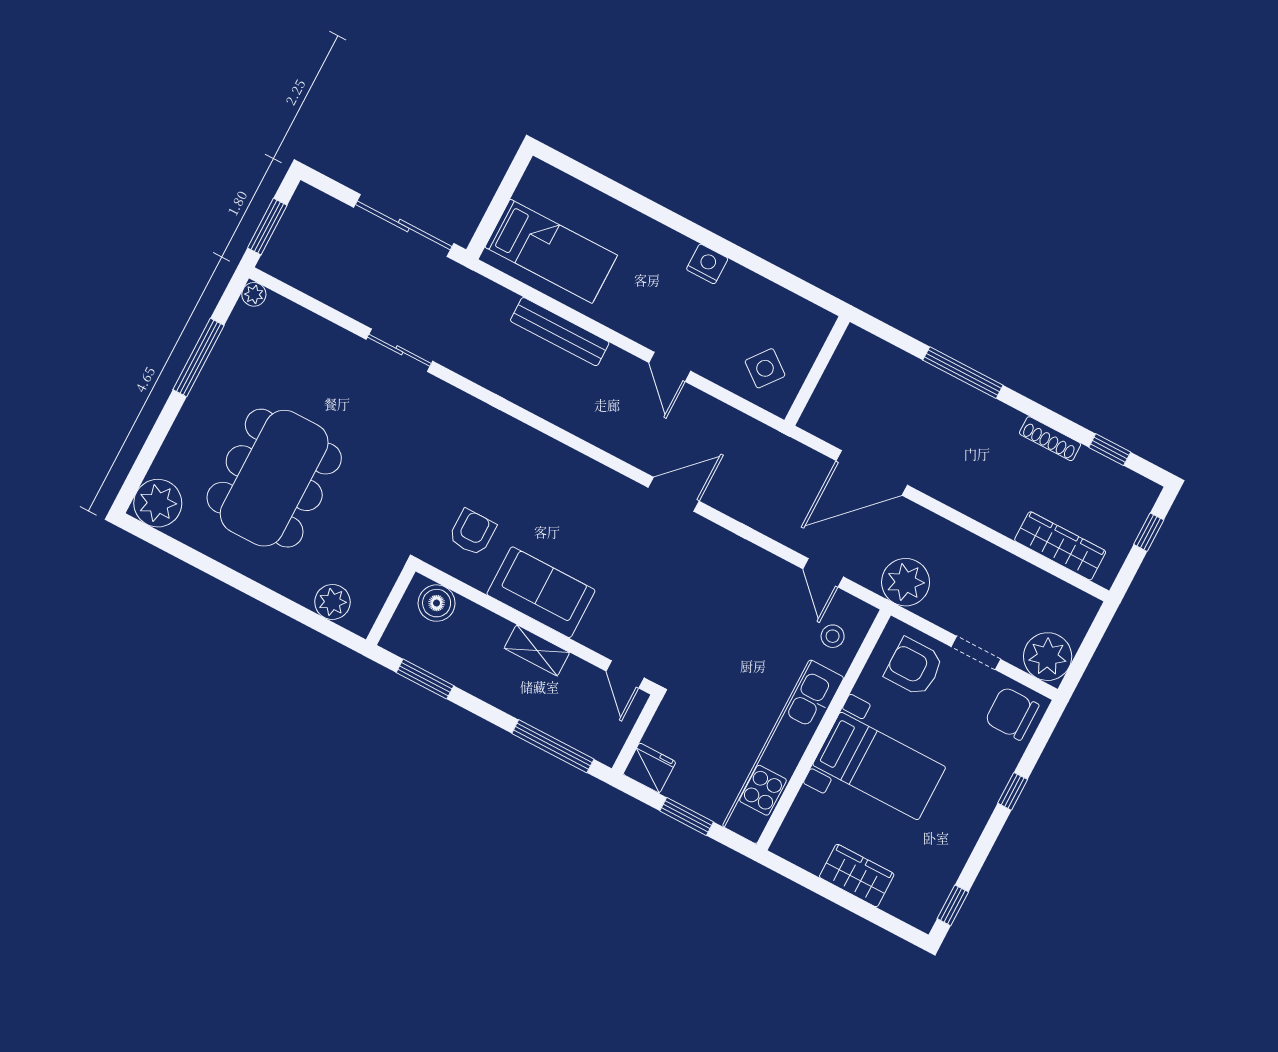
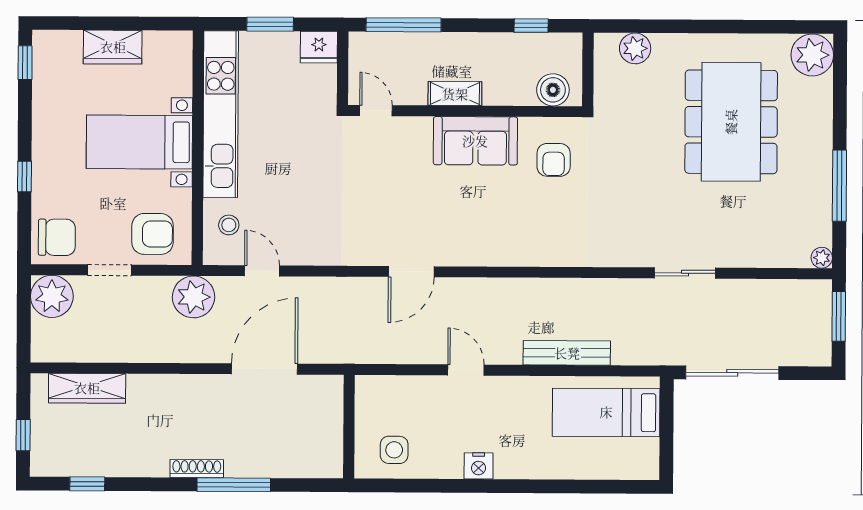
side table: (765, 368) -> (394, 450), moved, turned -38
shoe rack: (1050, 439) -> (197, 469), moved
window: (425, 679) -> (531, 26), width x0.67

